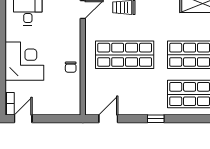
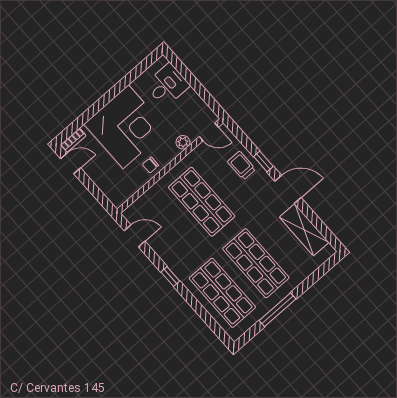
plant: (75, 33) -> (183, 142), added
corner desk: (24, 61) -> (126, 127), width x1.36, depth x1.36

